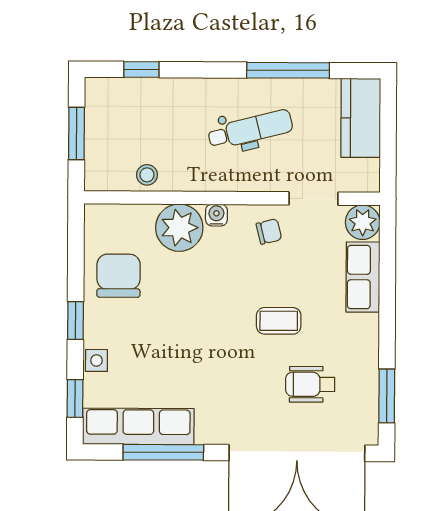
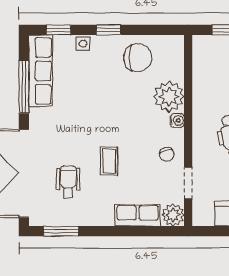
stool: (147, 175) -> (203, 76), removed

